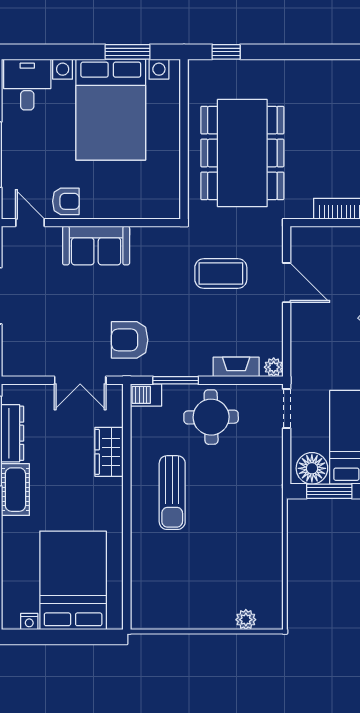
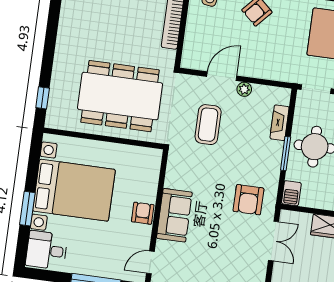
window: (128, 52) -> (27, 209), moved
armchair: (66, 201) -> (143, 213), moved
plant: (274, 367) -> (244, 89), moved
window: (176, 380) -> (286, 153), moved

